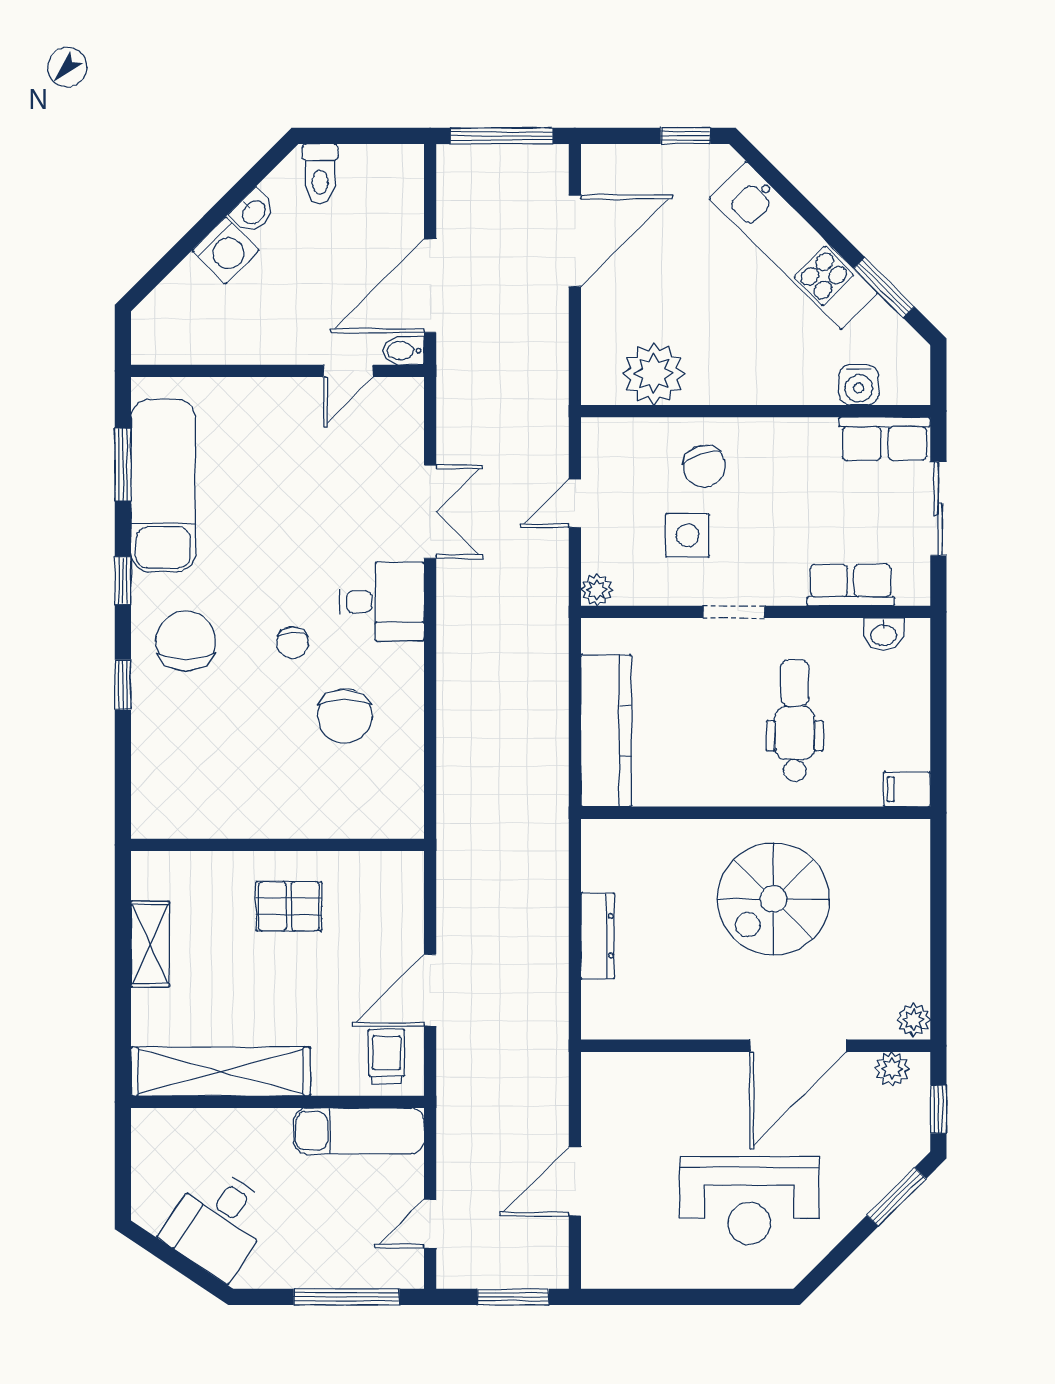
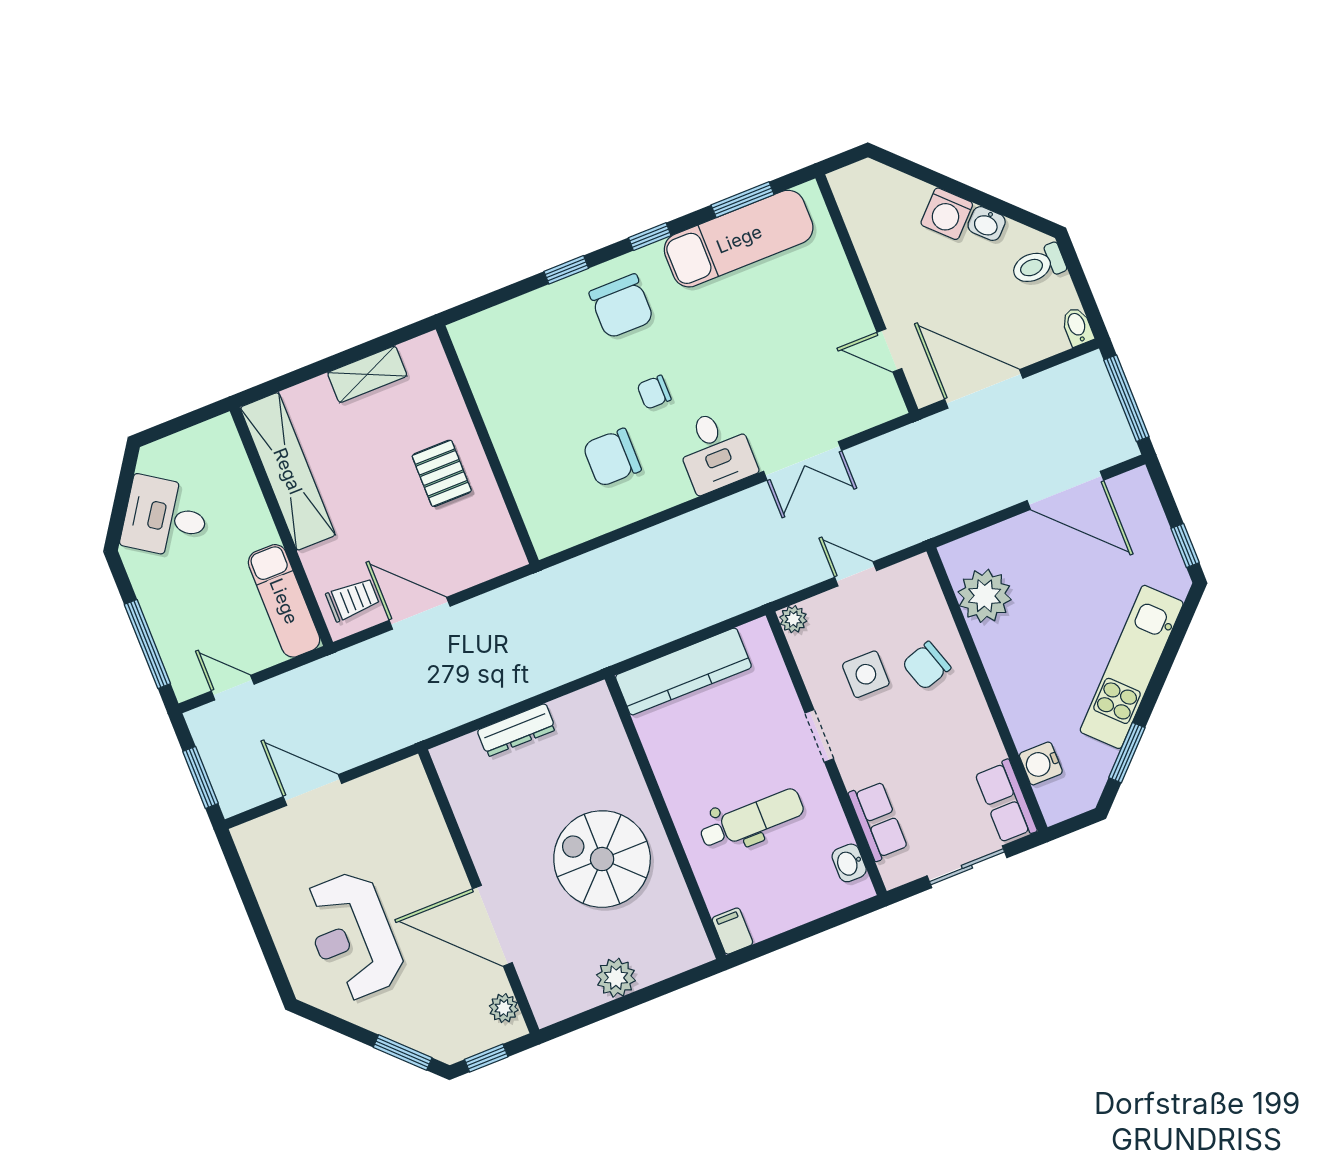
bidet: (403, 351) -> (1077, 327), moved
chair: (186, 641) -> (621, 306), turned 90
plant: (914, 1020) -> (616, 978), moved, width x1.38, depth x1.38

